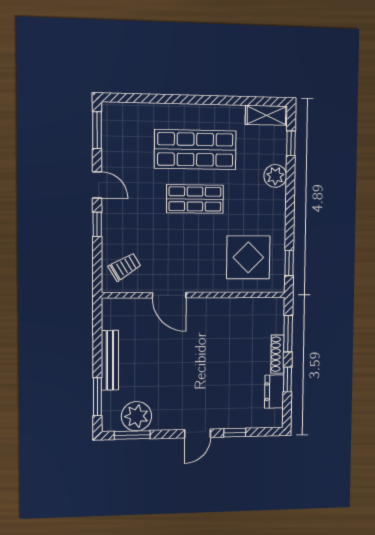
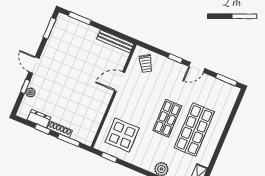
bench: (110, 360) -> (115, 41), moved
plant: (137, 416) -> (30, 92), moved, width x0.53, depth x0.53

